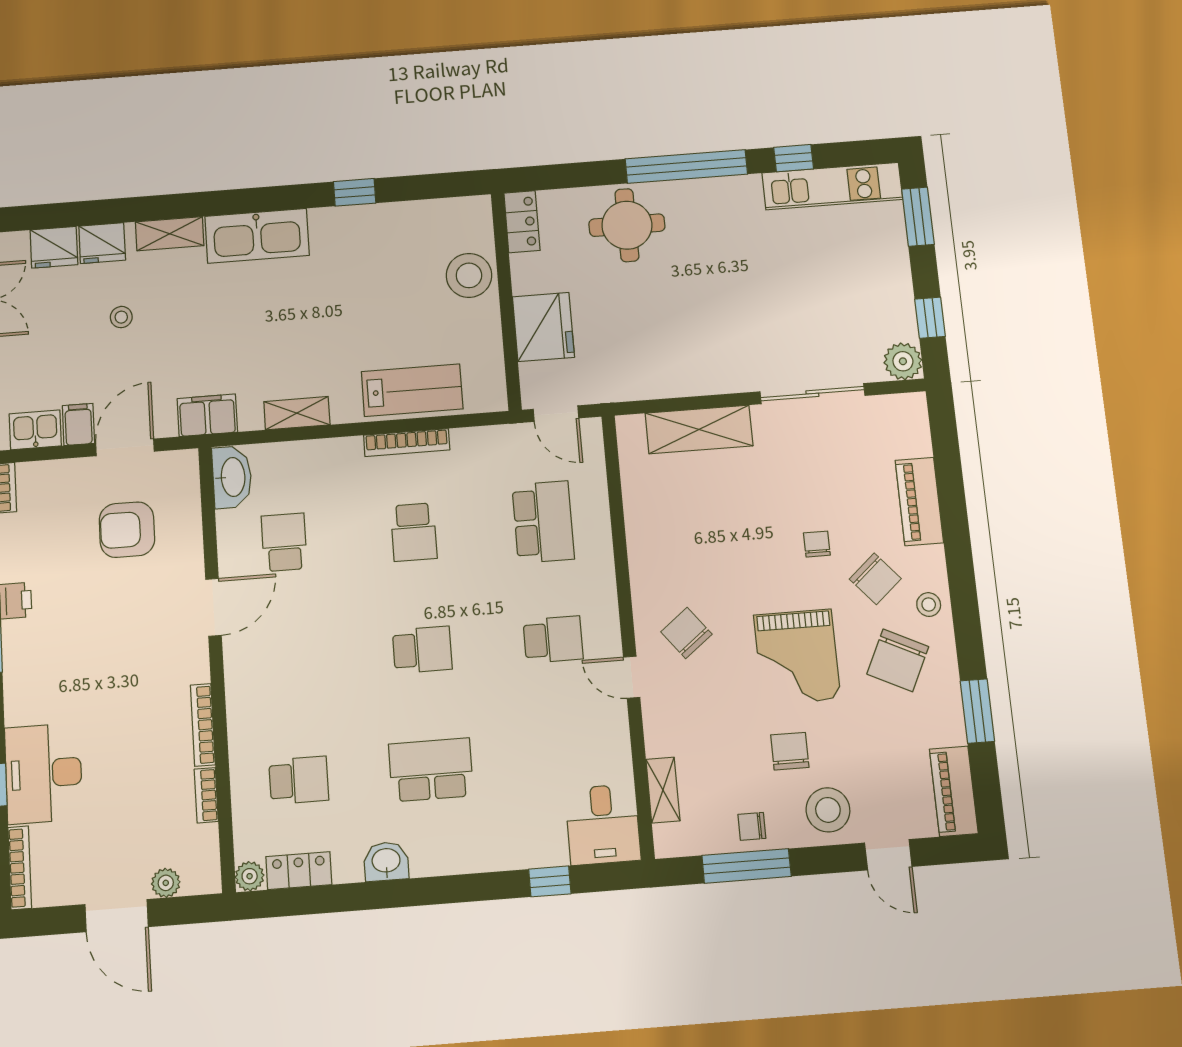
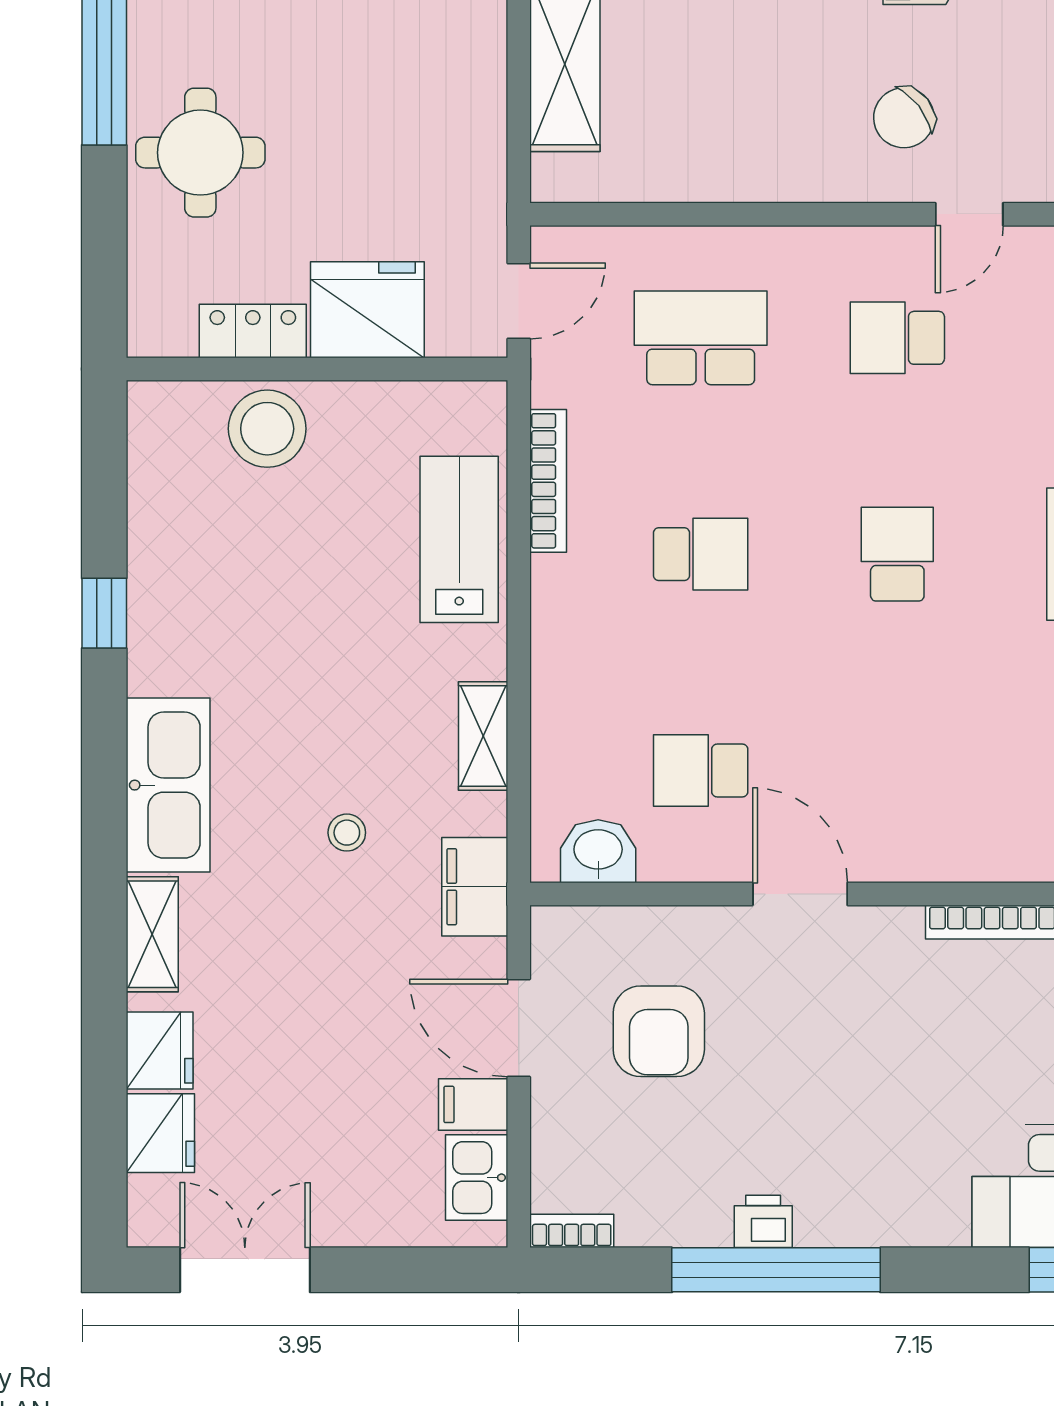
locker: (522, 222) -> (253, 331), moved
stool: (121, 317) -> (347, 833), moved
bookcase: (407, 443) -> (548, 481), moved
washbasin: (232, 477) -> (598, 851), width x0.72
school desk: (553, 639) -> (897, 338), turned -90

